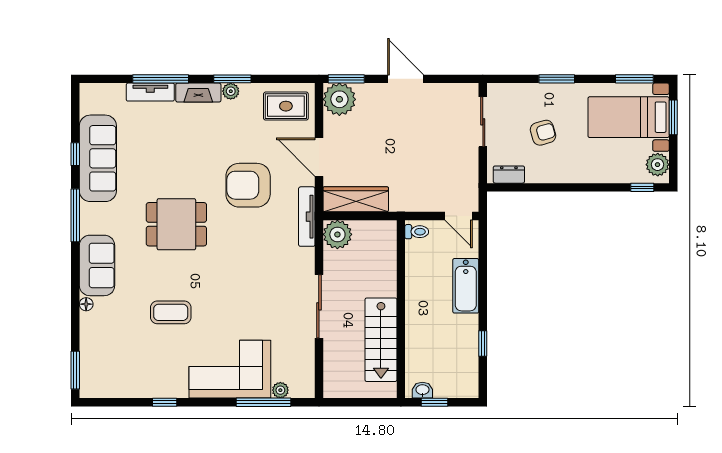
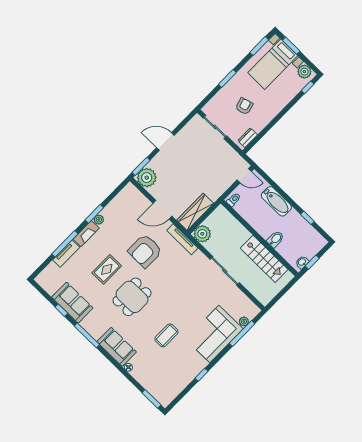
rug: (286, 106) -> (107, 269), moved
sofa: (98, 158) -> (72, 303), width x0.73
bidet: (419, 330) -> (275, 239), added

